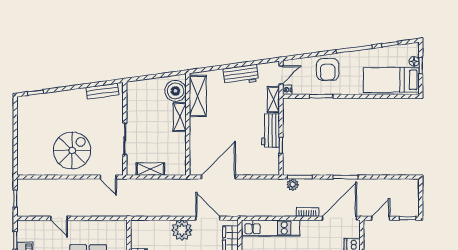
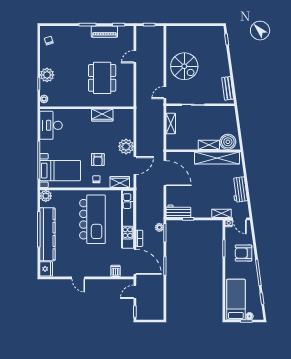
shelving: (198, 96) -> (217, 158), width x1.47
workbench: (271, 131) -> (178, 211), moved
door: (381, 218) -> (135, 292), swing flipped
kitchen unit: (271, 228) -> (128, 219), width x1.36

